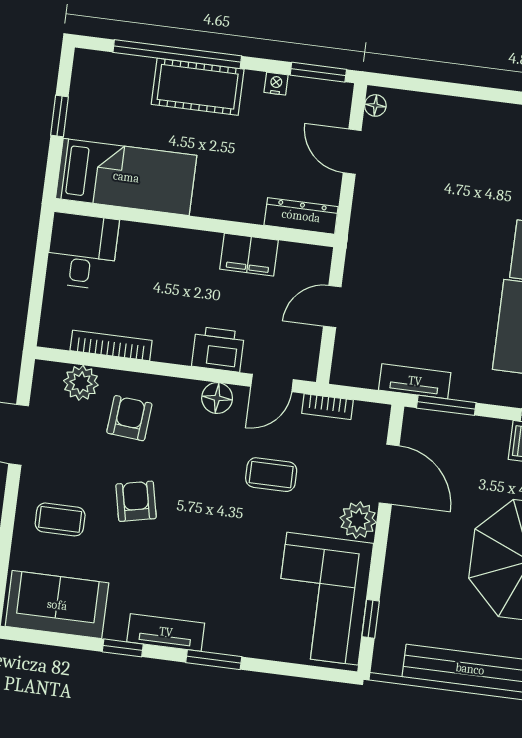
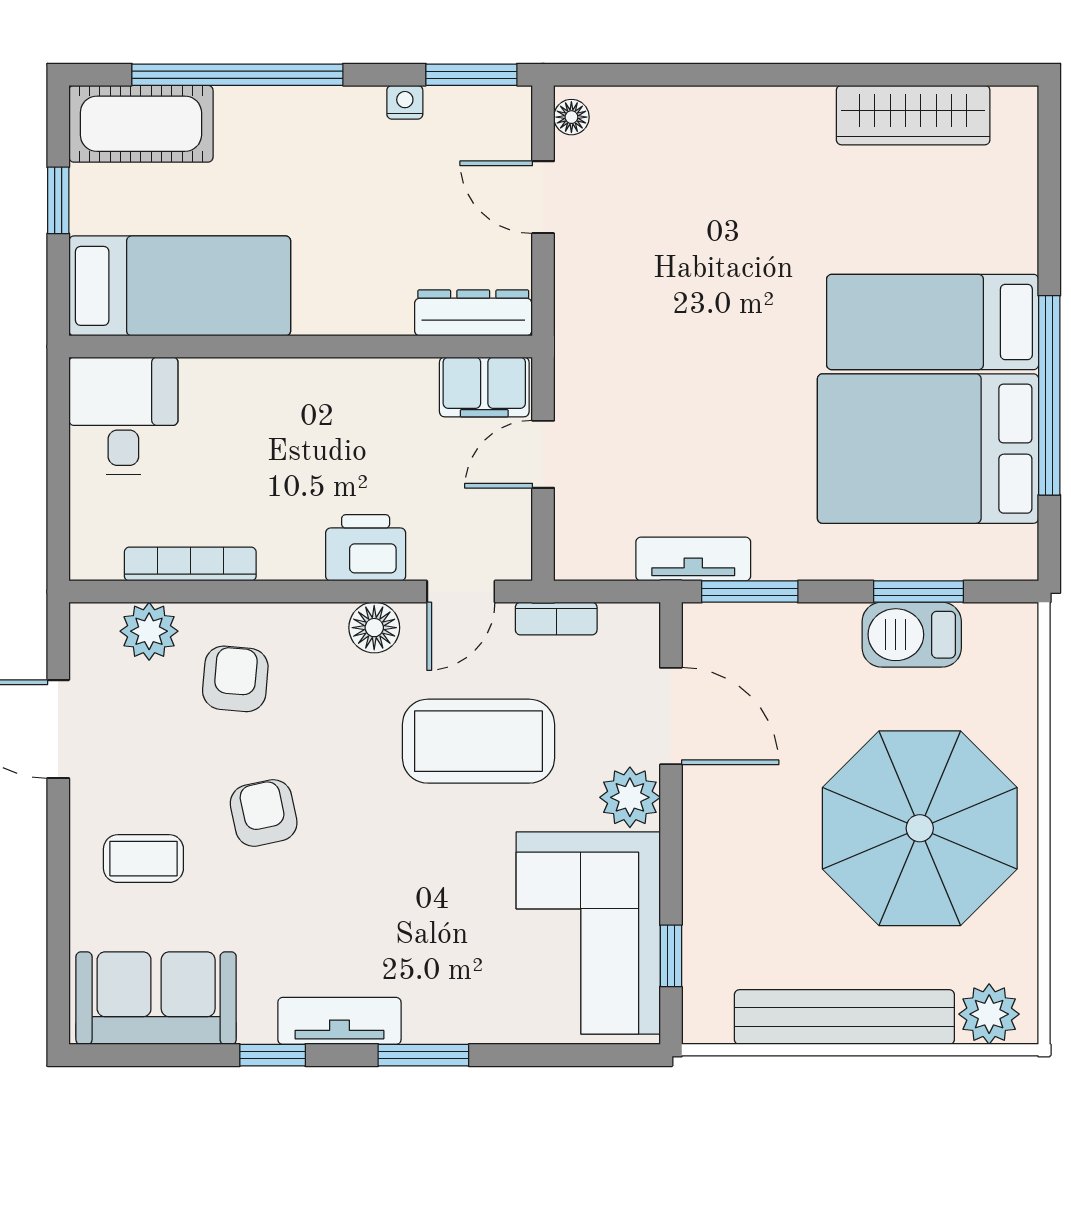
cot: (198, 87) -> (141, 124), moved
filing cabinet: (249, 255) -> (484, 387), moved
coffee table: (271, 475) -> (478, 741), width x1.86, depth x1.72

